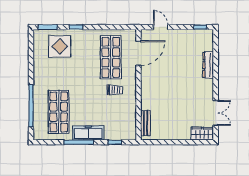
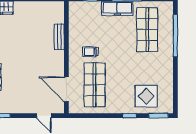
door: (138, 53) -> (66, 89), hinge flipped
bench: (146, 123) -> (59, 37), moved

